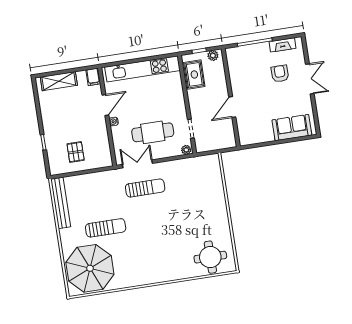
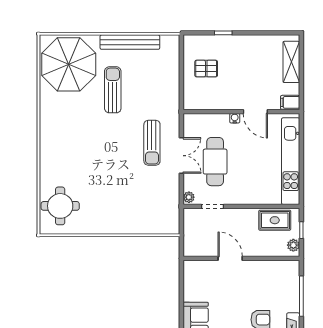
double door: (137, 164) -> (181, 156), moved
bench: (61, 203) -> (130, 42), moved
sun lounger: (106, 228) -> (113, 90), turned 180

